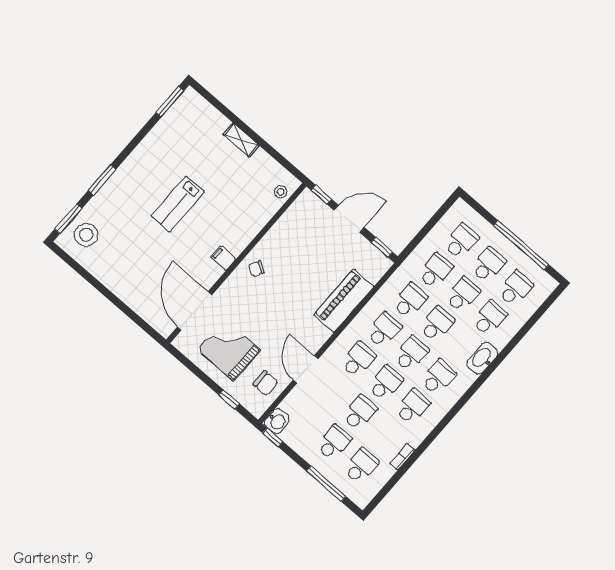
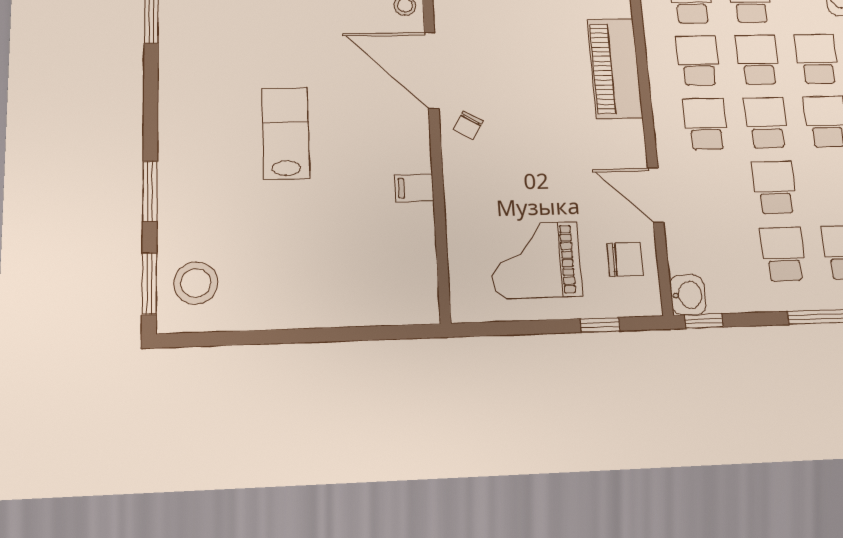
lab bench: (178, 204) -> (286, 133), turned 180
filing cabinet: (223, 258) -> (414, 188), moved
door: (195, 311) -> (432, 70), moved

